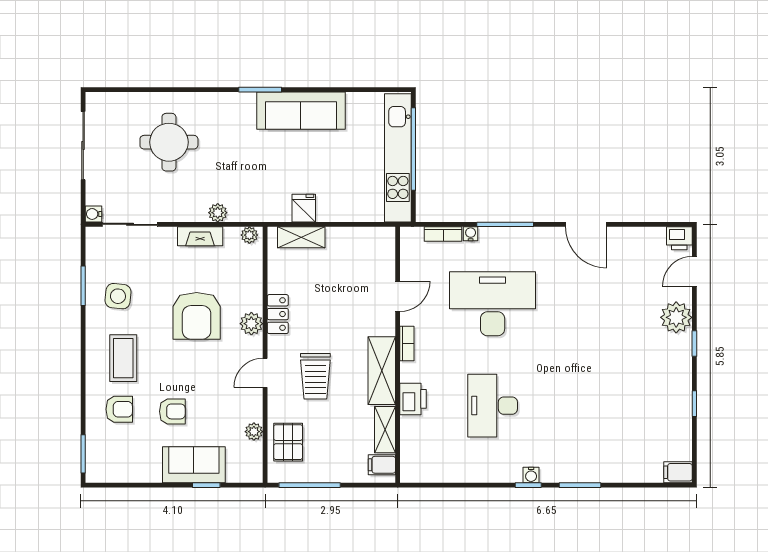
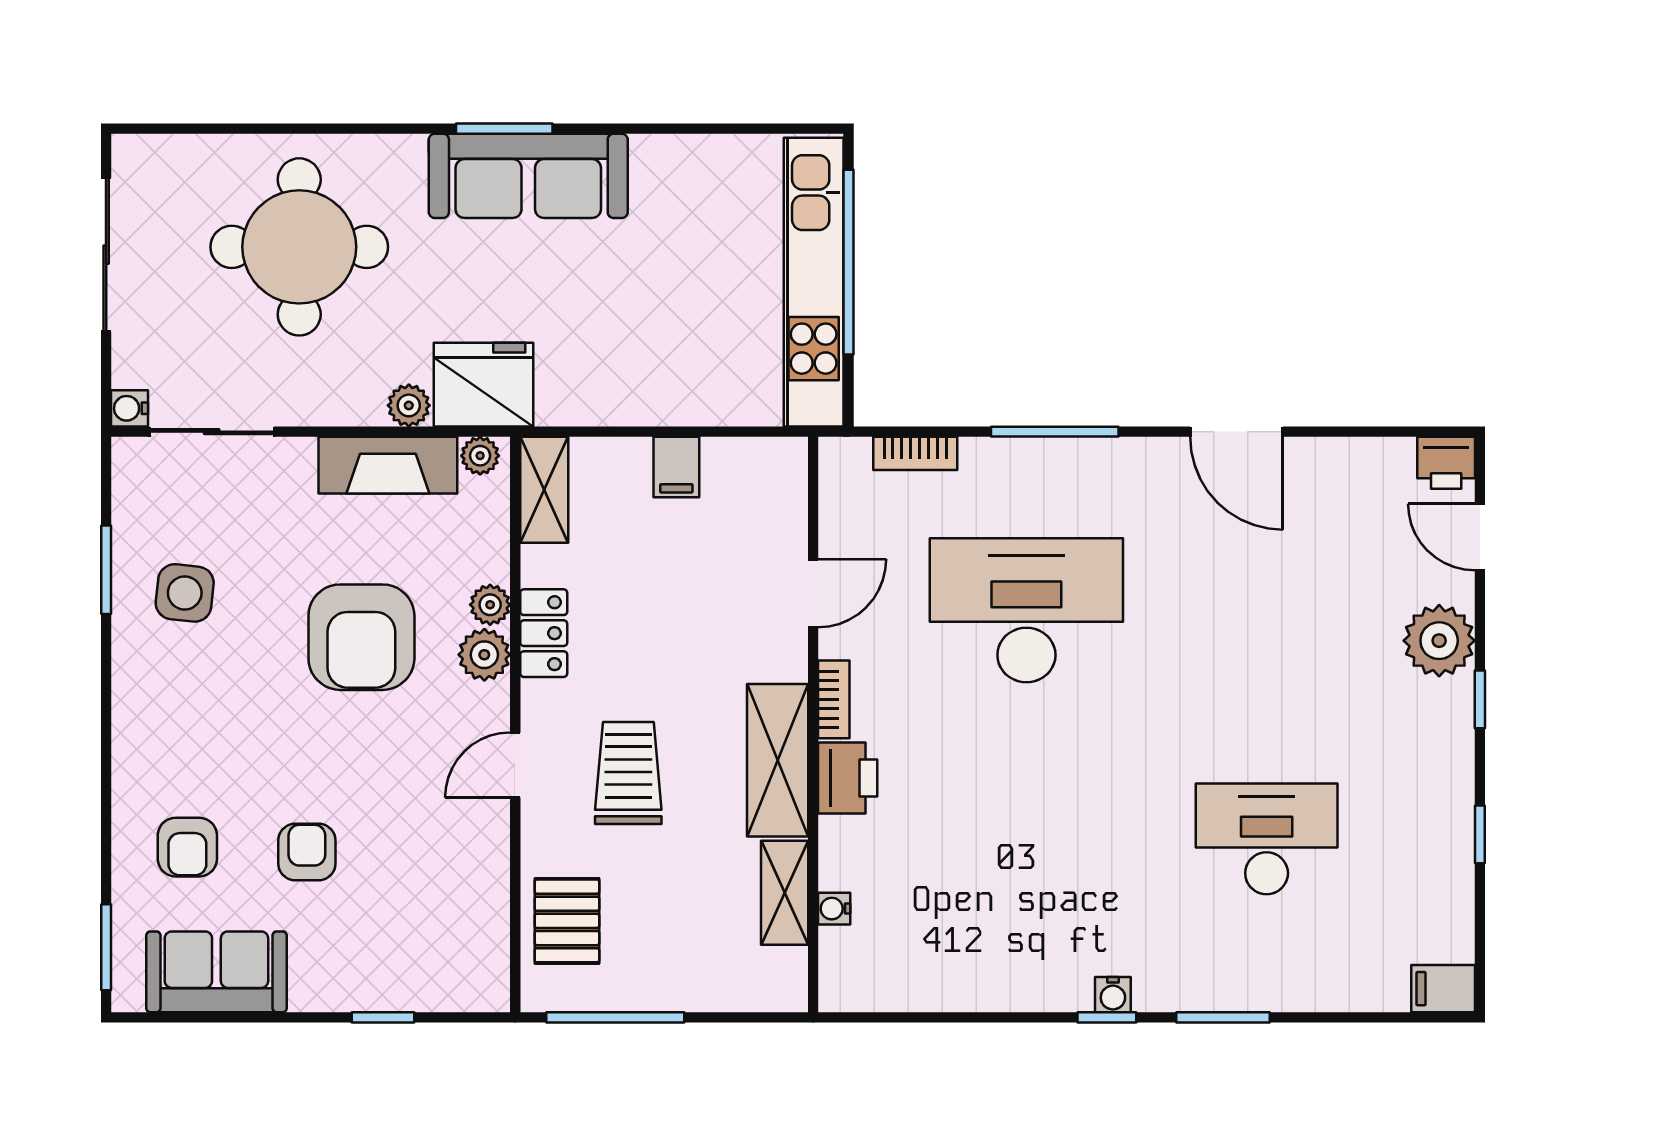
sofa: (301, 111) -> (528, 176), moved
round table: (169, 142) -> (299, 247), width x1.36, depth x1.36
fridge: (304, 208) -> (483, 385), moved, width x1.88, depth x1.34
water cooler: (471, 234) -> (834, 909), moved, turned -90
fireplace: (200, 236) -> (388, 465), width x1.37, depth x1.32
shelving: (301, 237) -> (544, 490), moved, turned 90
door: (694, 271) -> (1480, 537), hinge flipped
coffee table: (123, 358) -> (197, 732), removed
trolley: (315, 376) -> (628, 773), turned 180
printer: (413, 399) -> (848, 778), moved
desk: (493, 406) -> (1267, 839), moved, turned 90
armchair: (119, 409) -> (187, 847), turned 90
armchair: (172, 411) -> (307, 852), turned -90
plant: (254, 432) -> (490, 605), moved
sofa: (194, 465) -> (216, 972), moved
filing cabinet: (382, 465) -> (676, 467), moved, turned -90

